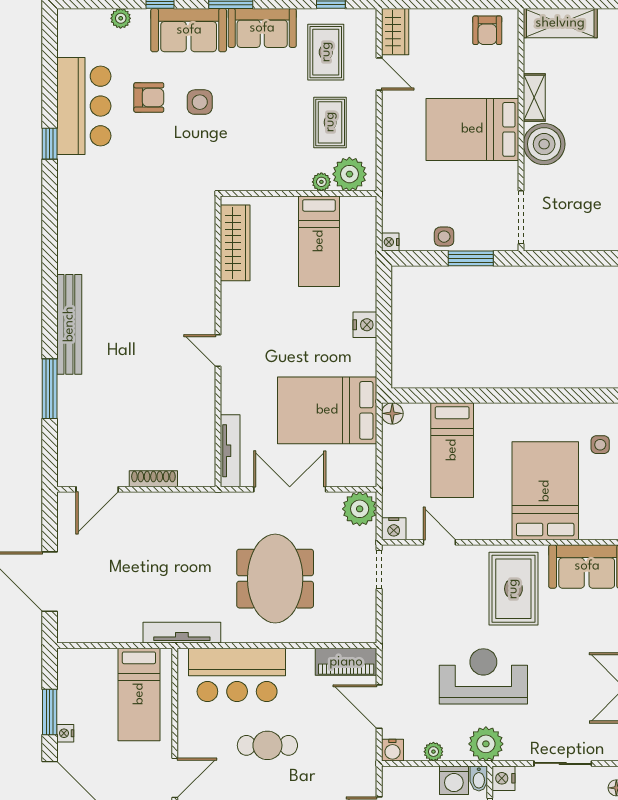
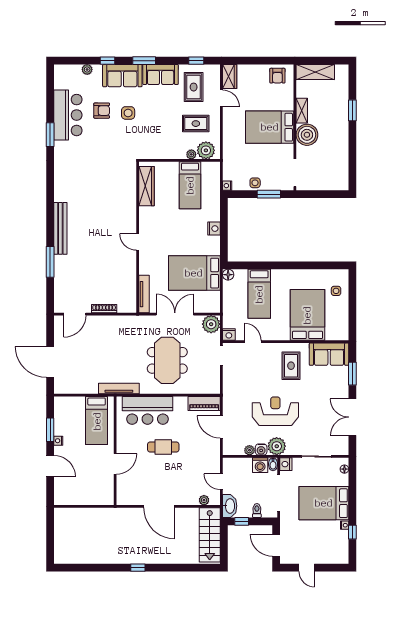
rug: (330, 122) -> (196, 124), turned 90
window: (50, 144) -> (50, 135), width x1.50
rug: (513, 589) -> (291, 366), width x0.73, depth x0.70
water cooler: (392, 750) -> (261, 449), moved

